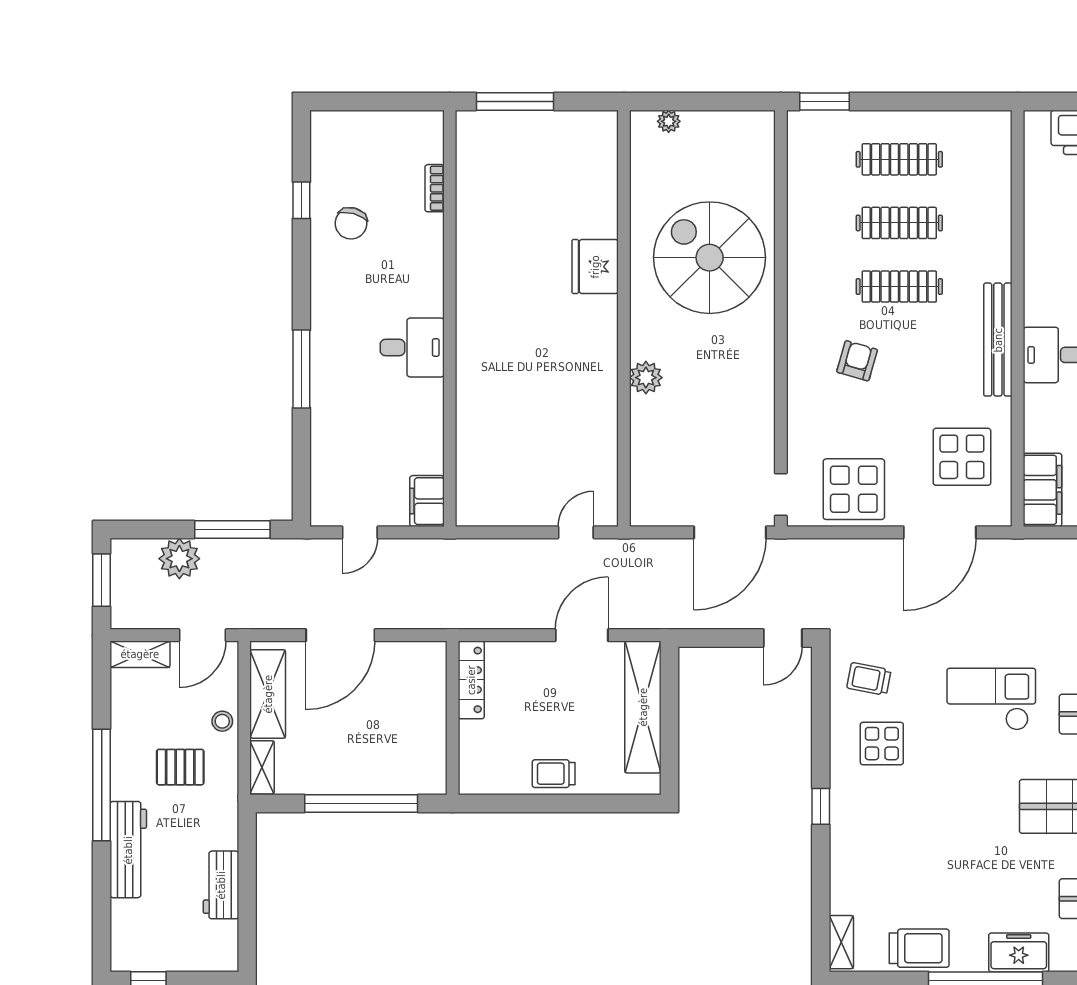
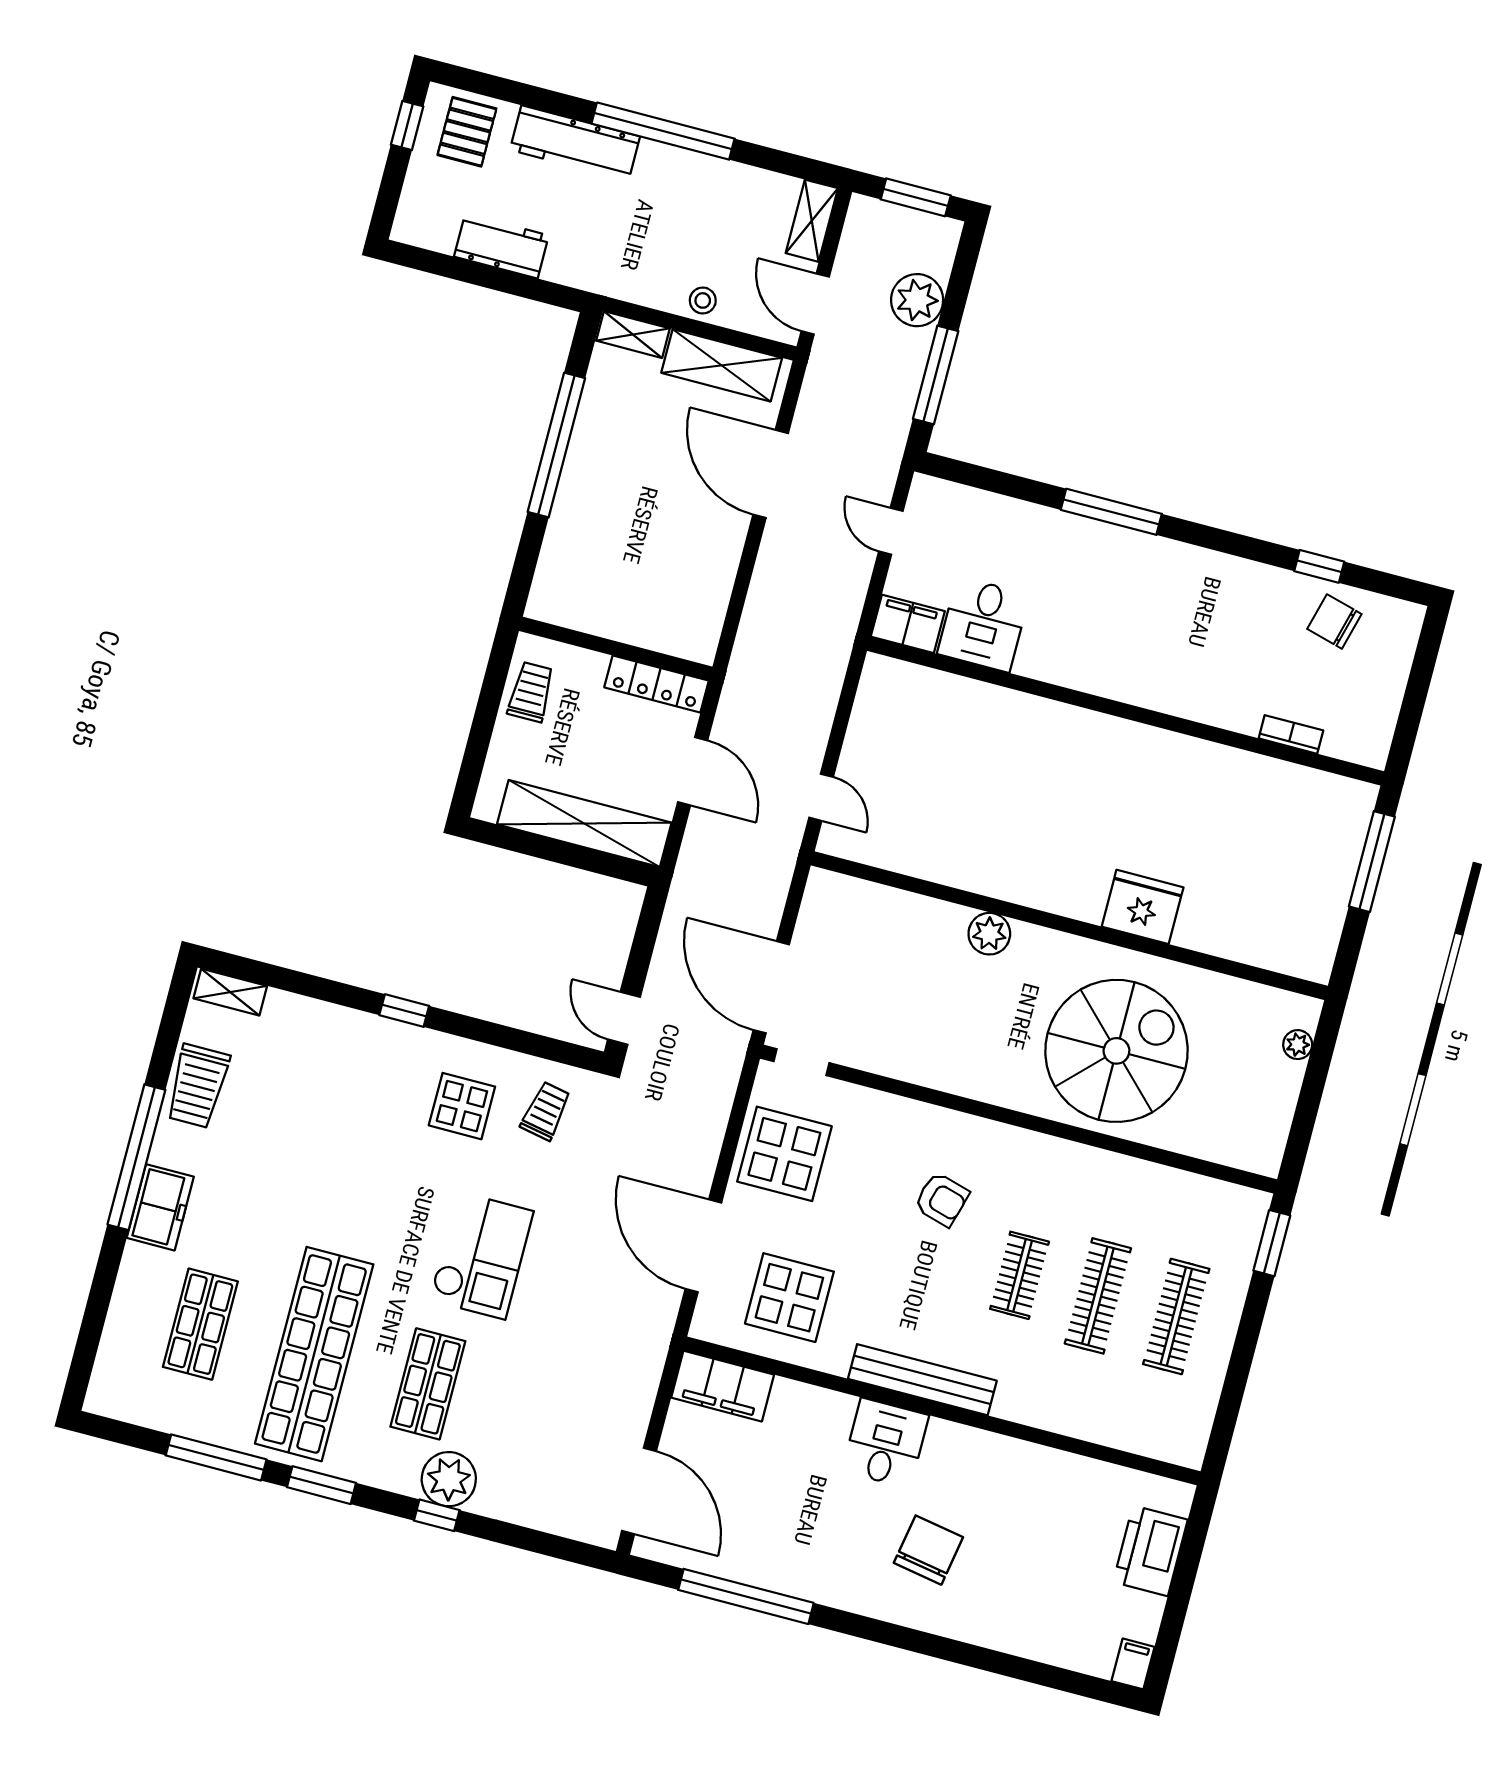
chair: (351, 223) -> (1334, 621), moved
clothes rail: (899, 287) -> (1020, 1275), width x0.73
desk: (412, 347) -> (983, 624), moved
locker: (471, 680) -> (657, 684), moved
wall: (453, 718) -> (616, 649), moved
pallet: (180, 767) -> (467, 132), moved

